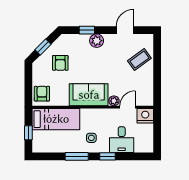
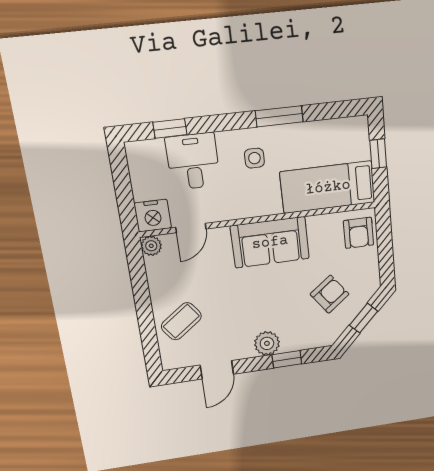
armchair: (60, 63) -> (330, 294), turned 53
plant: (114, 101) -> (151, 246), moved
window: (108, 156) -> (170, 128), moved

